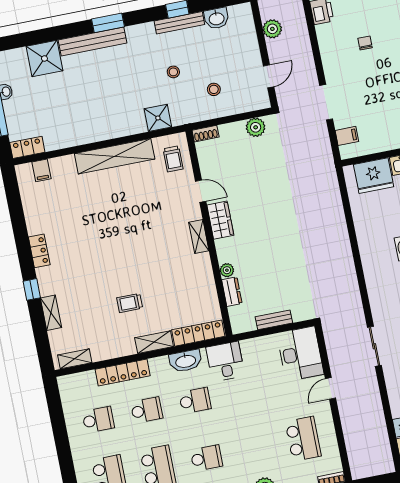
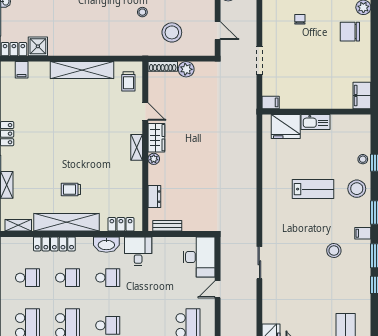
door: (269, 76) -> (218, 31), hinge flipped
stool: (214, 89) -> (172, 32), width x1.89, depth x1.89
shower: (158, 118) -> (38, 46), moved
plant: (256, 127) -> (186, 69), moved
shoe rack: (206, 134) -> (163, 66), width x1.43
filing cabinet: (347, 136) -> (271, 102), moved
plant: (227, 270) -> (154, 159), moved
bench: (274, 320) -> (167, 226), moved
locker: (198, 333) -> (121, 224), width x0.66
shelving: (154, 342) -> (66, 222), width x2.20, depth x1.33

